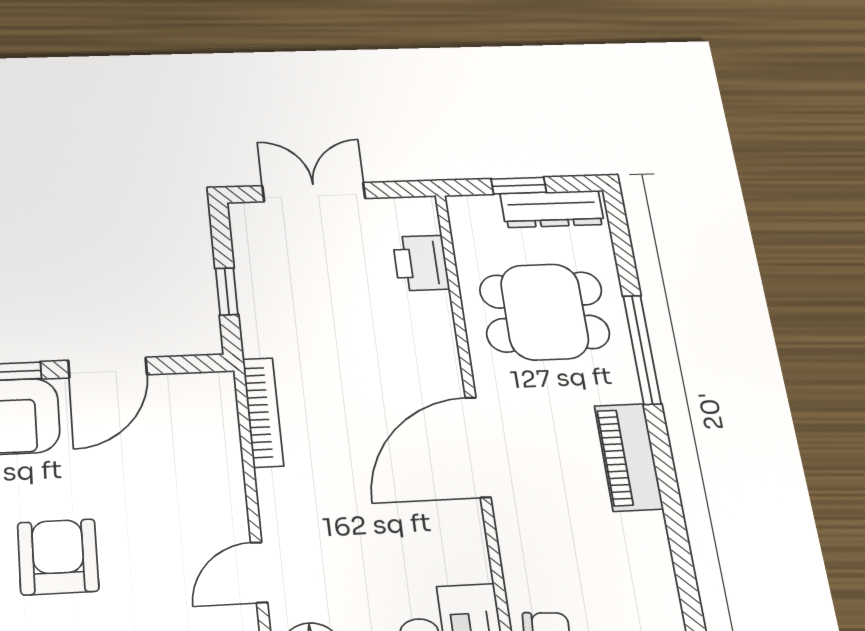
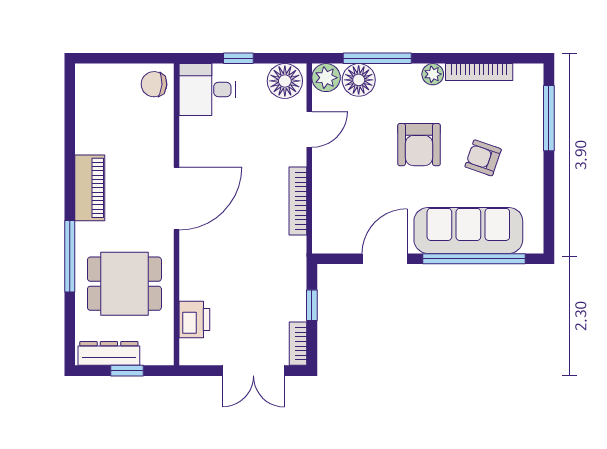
bookcase: (244, 233) -> (298, 344), added
bookcase: (263, 412) -> (298, 201), moved

